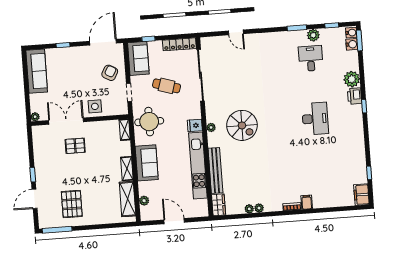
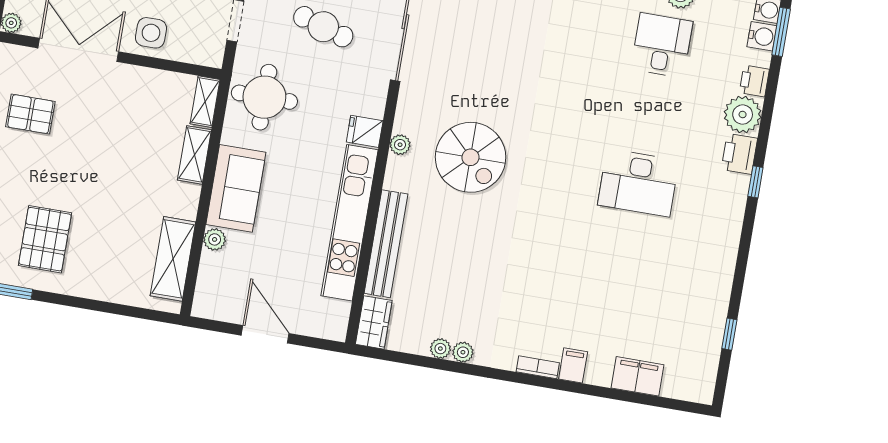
printer: (353, 64) -> (754, 81), added
desk: (315, 119) -> (638, 183), turned 90
pallet: (75, 146) -> (30, 114), moved
shelving: (127, 169) -> (194, 155), moved
filing cabinet: (361, 195) -> (637, 376), moved, turned 90
plant: (144, 201) -> (215, 239), moved

